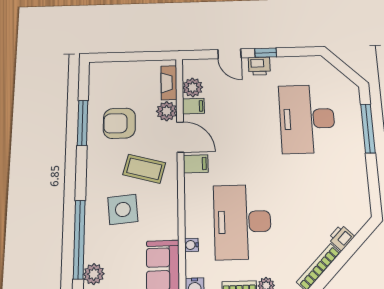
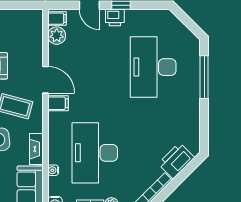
fireplace: (169, 83) -> (36, 149), moved
filing cabinet: (193, 106) -> (57, 19), moved
plant: (167, 111) -> (34, 56), removed
printer: (341, 238) -> (176, 161), width x1.87, depth x1.48

